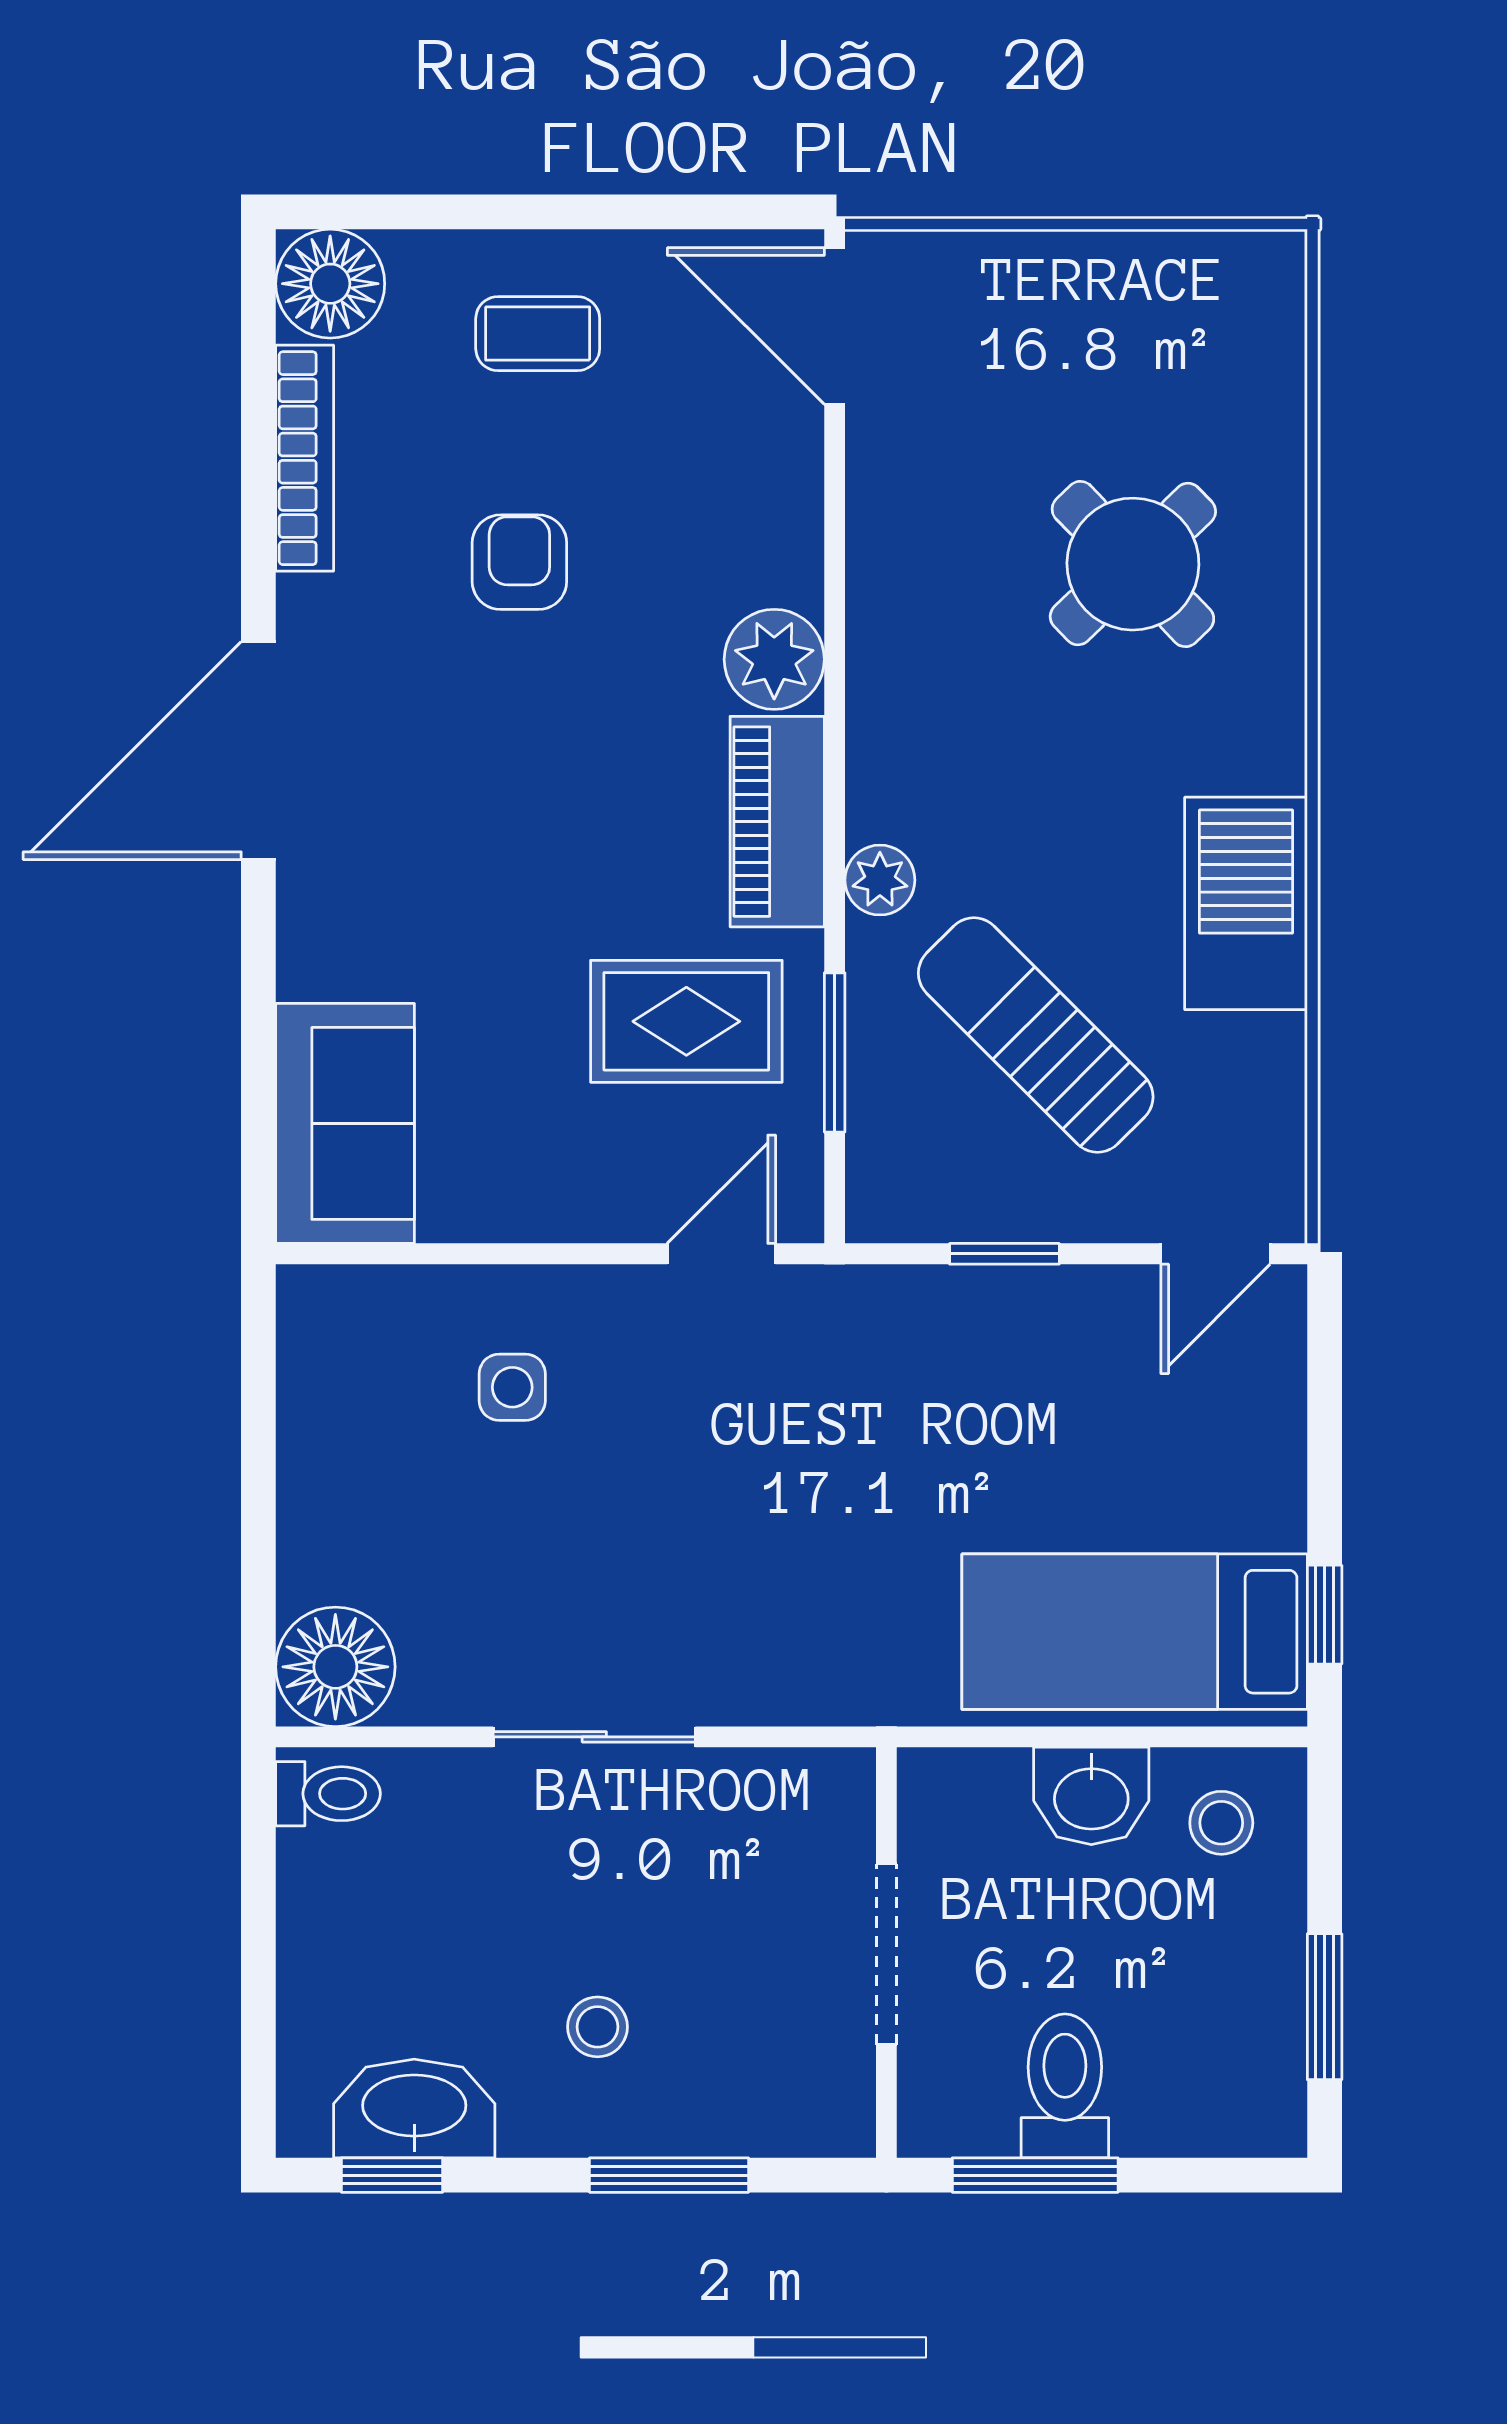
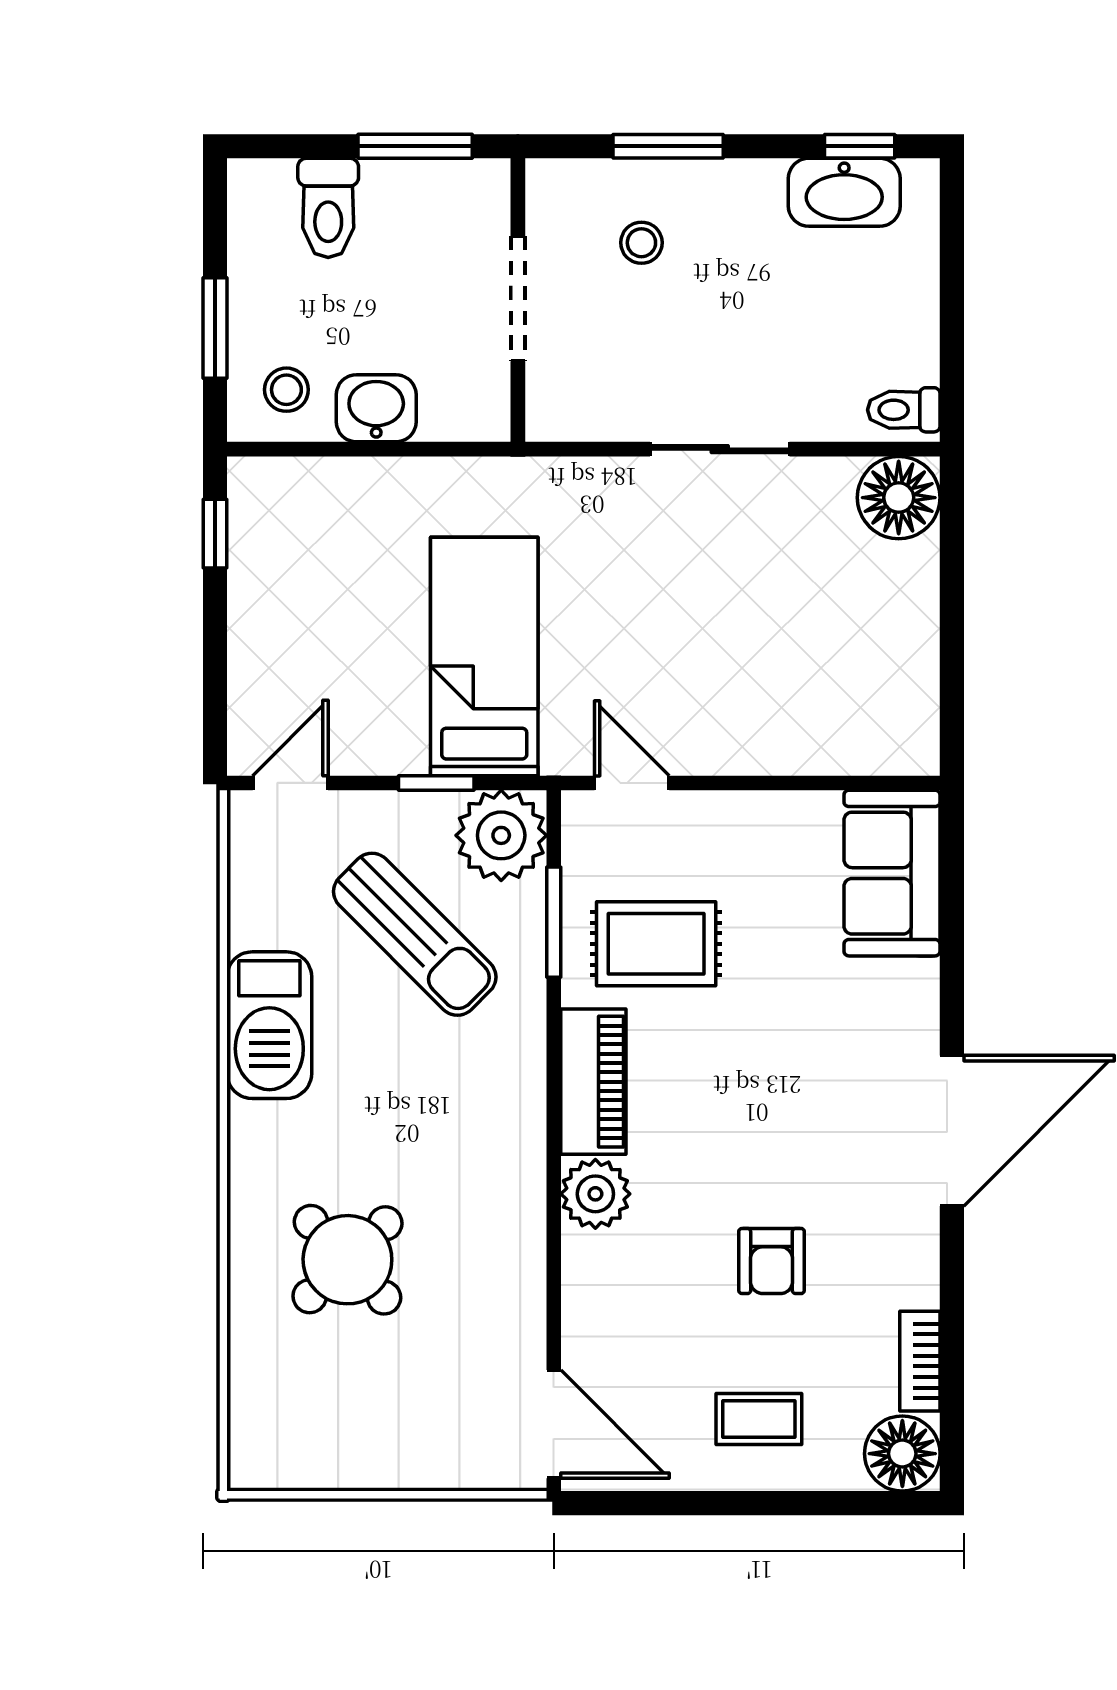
bookcase: (305, 458) -> (920, 1361), width x0.64
plant: (880, 880) -> (501, 835), moved, width x1.87, depth x1.87
door: (721, 1254) -> (632, 783), swing flipped
side table: (512, 1387) -> (776, 691), removed
bed: (1135, 1632) -> (484, 656), moved, turned -90
window: (1325, 2007) -> (215, 328), moved
stool: (598, 2027) -> (641, 243), moved
toilet: (1065, 2086) -> (328, 208), moved

